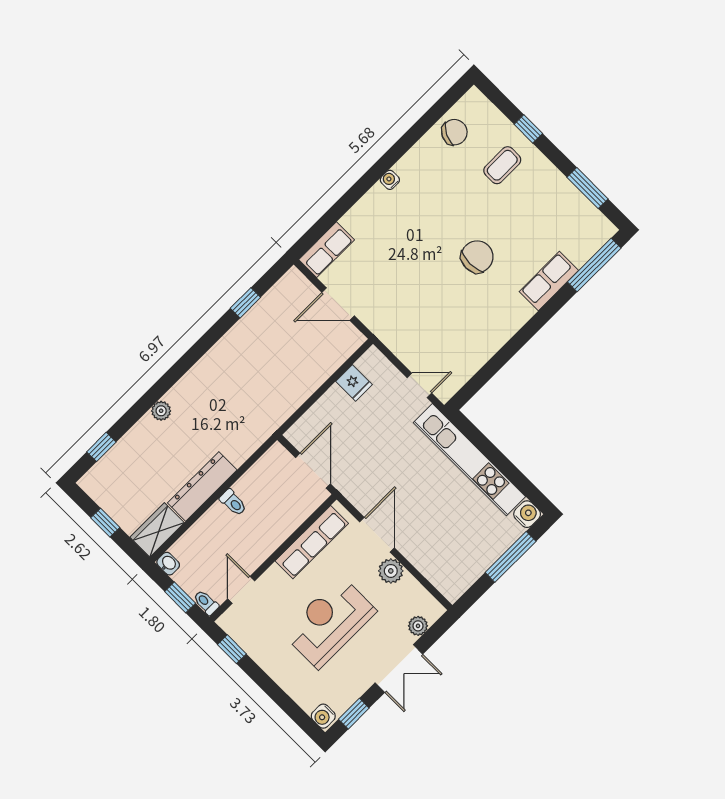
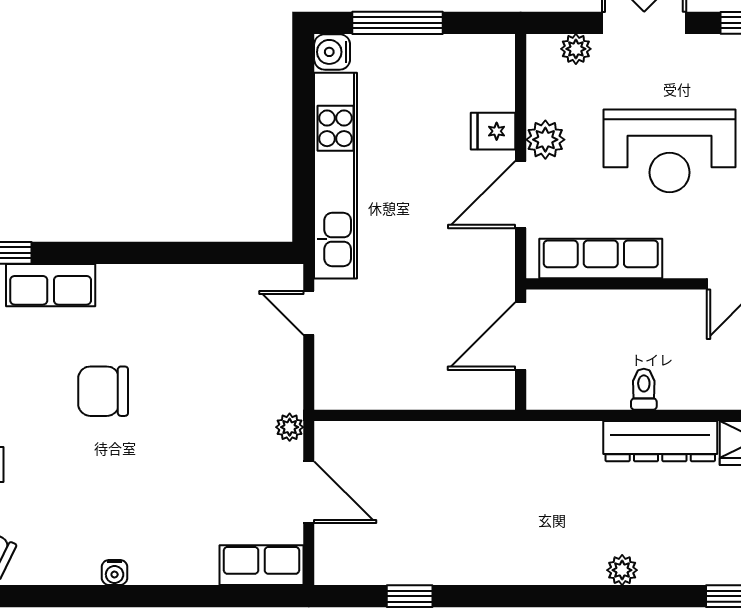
plant: (376, 325) -> (290, 427), added
fridge: (354, 383) -> (493, 131), moved, turned -90

